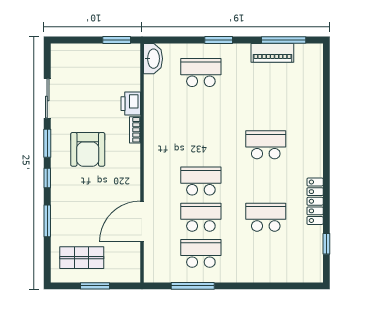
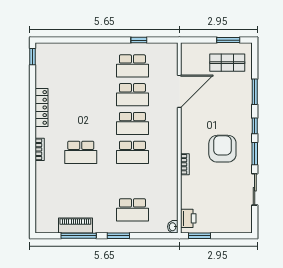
window: (284, 40) -> (79, 236), moved
washbasin: (153, 59) -> (173, 227), width x0.52, depth x0.69
printer: (131, 104) -> (188, 218), moved
bookcase: (317, 148) -> (40, 149), added
school desk: (266, 217) -> (132, 152), moved
window: (326, 244) -> (33, 57), moved
window: (95, 286) -> (228, 40), moved
window: (193, 286) -> (139, 40), width x0.46

